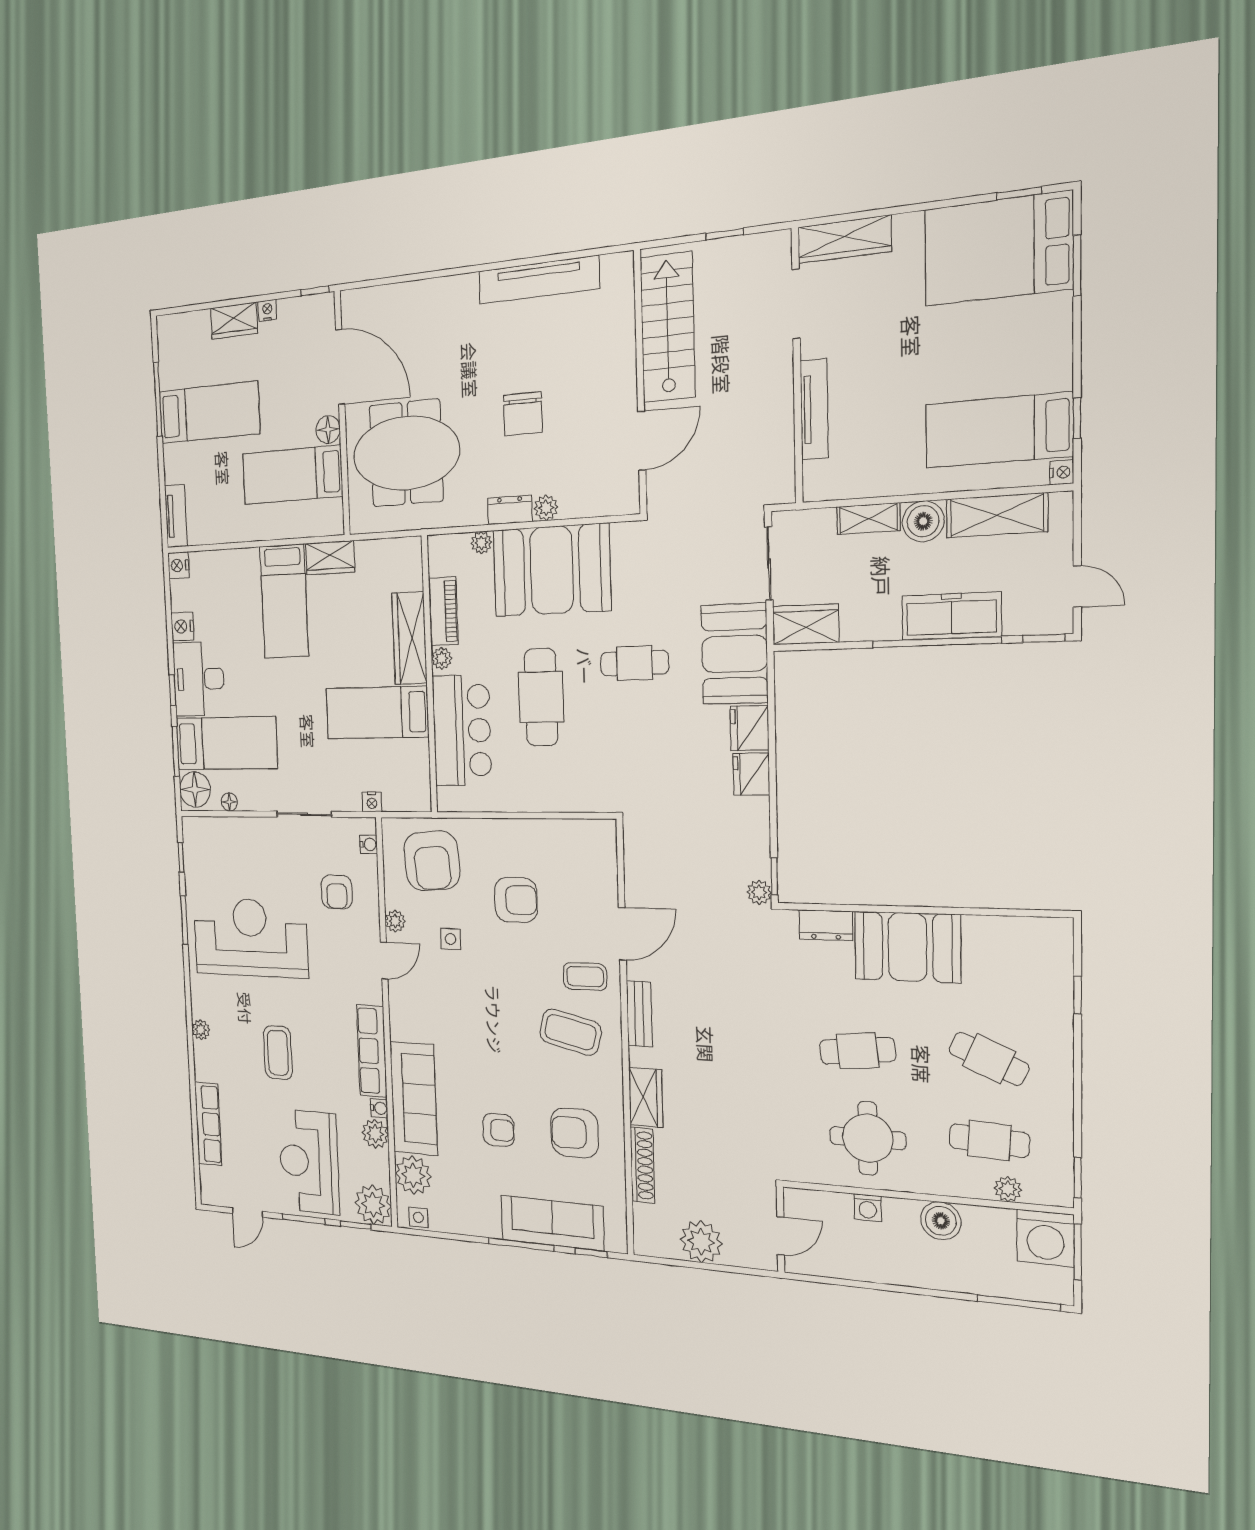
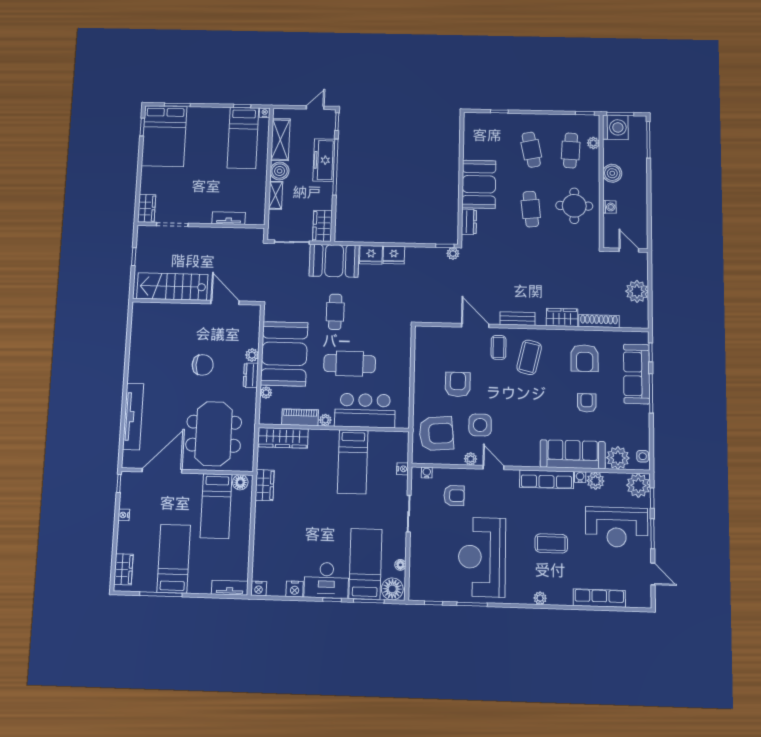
wardrobe: (844, 239) -> (147, 208), width x0.67
tv unit: (539, 280) -> (133, 417), moved
wardrobe: (234, 321) -> (123, 569), moved
tv unit: (814, 409) -> (229, 218), width x0.71
floor lamp: (328, 430) -> (240, 482), moved
bed: (284, 601) -> (286, 517), removed
wardrobe: (409, 638) -> (283, 438), moved
side table: (451, 939) -> (480, 425), width x1.87, depth x1.87
cafe table: (989, 1059) -> (531, 150), turned -36

